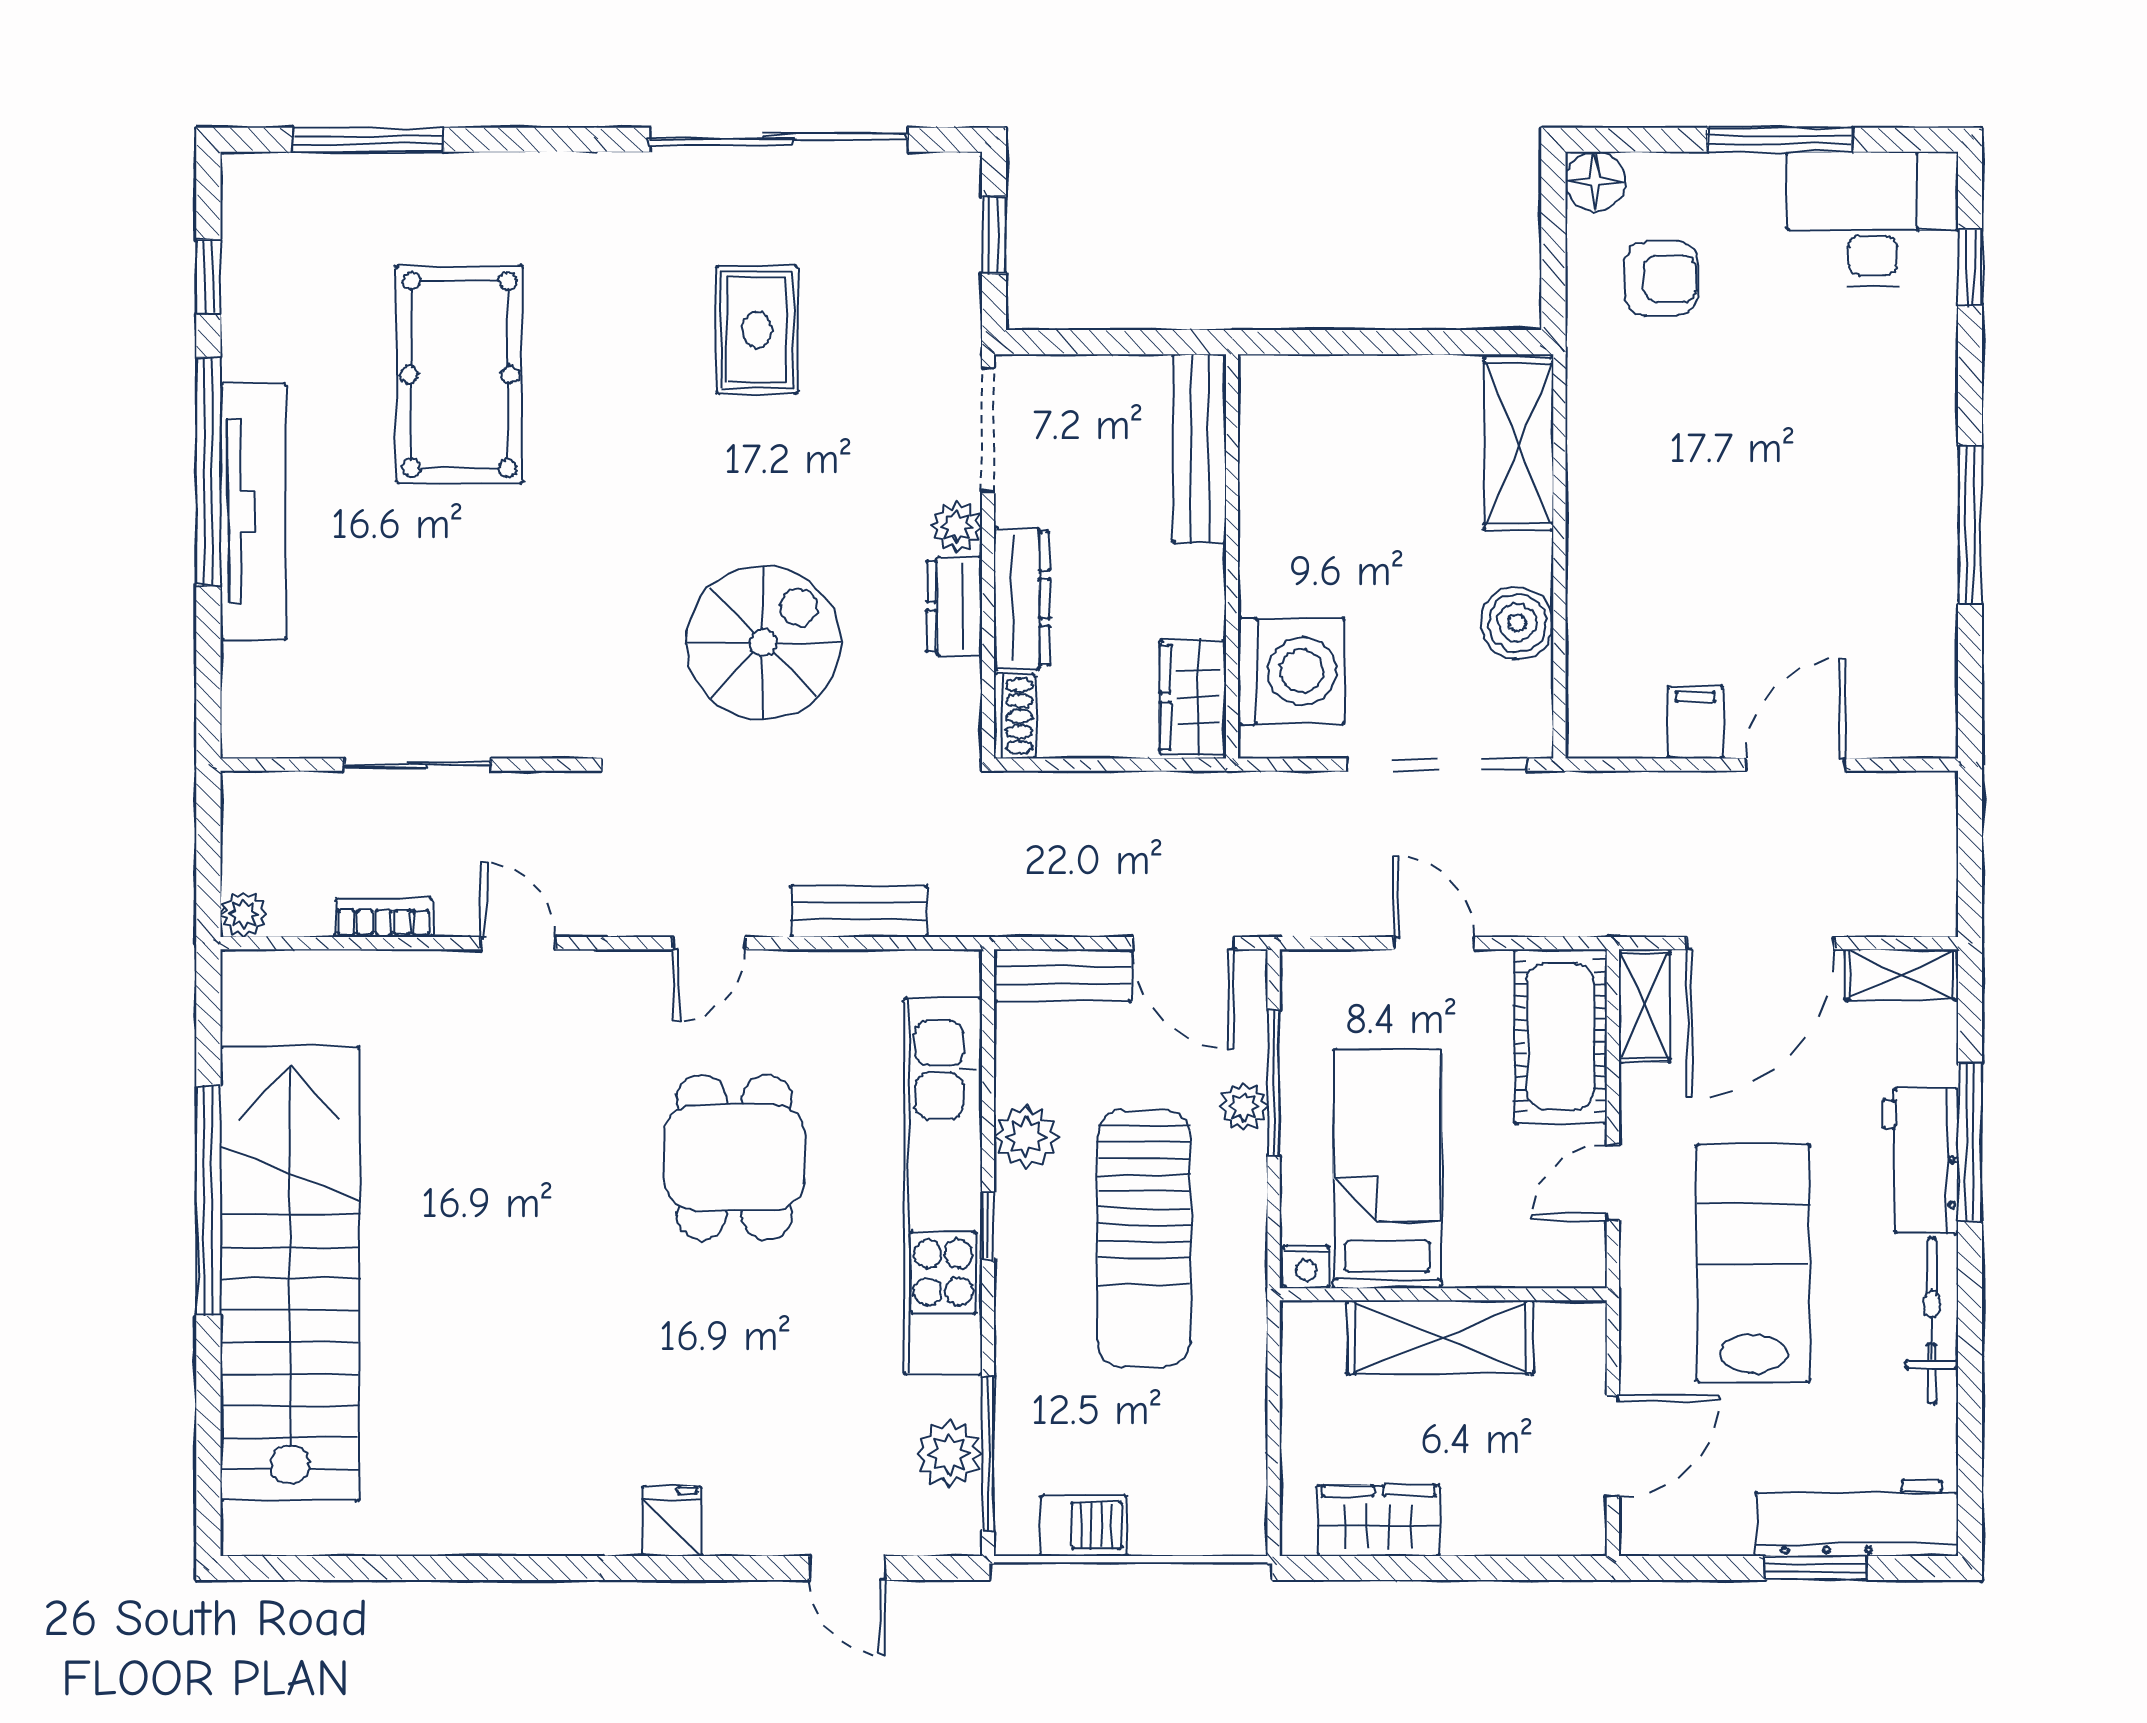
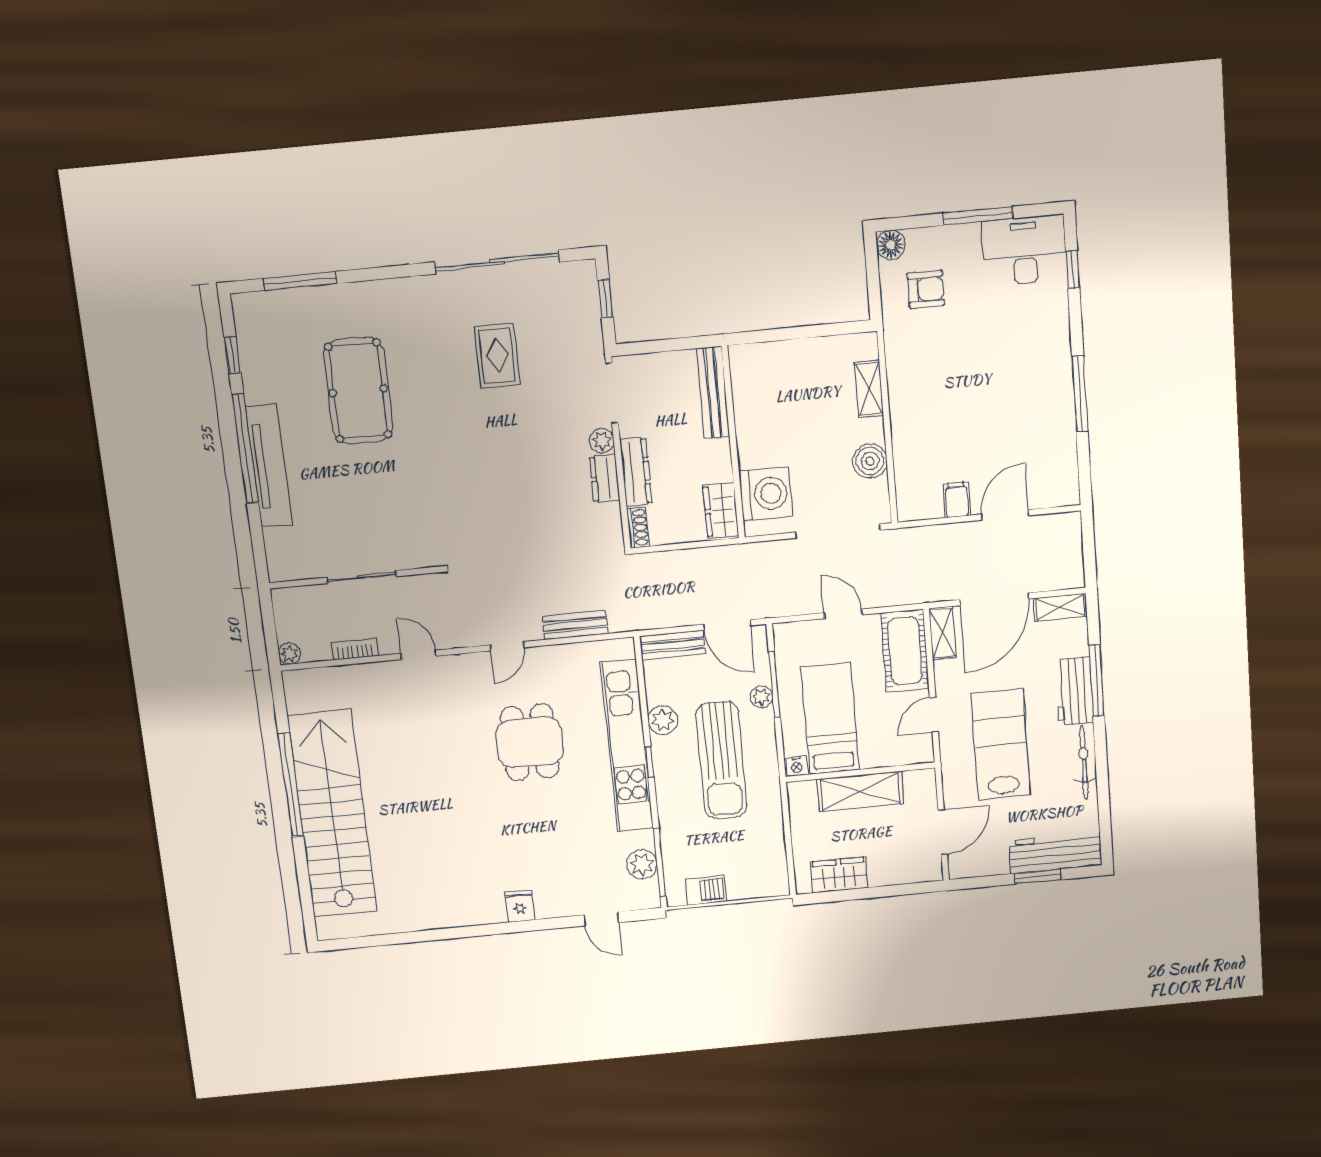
shelving: (1519, 443) -> (869, 389), width x0.67, depth x0.75
spiral stairs: (763, 643) -> (517, 504), removed

